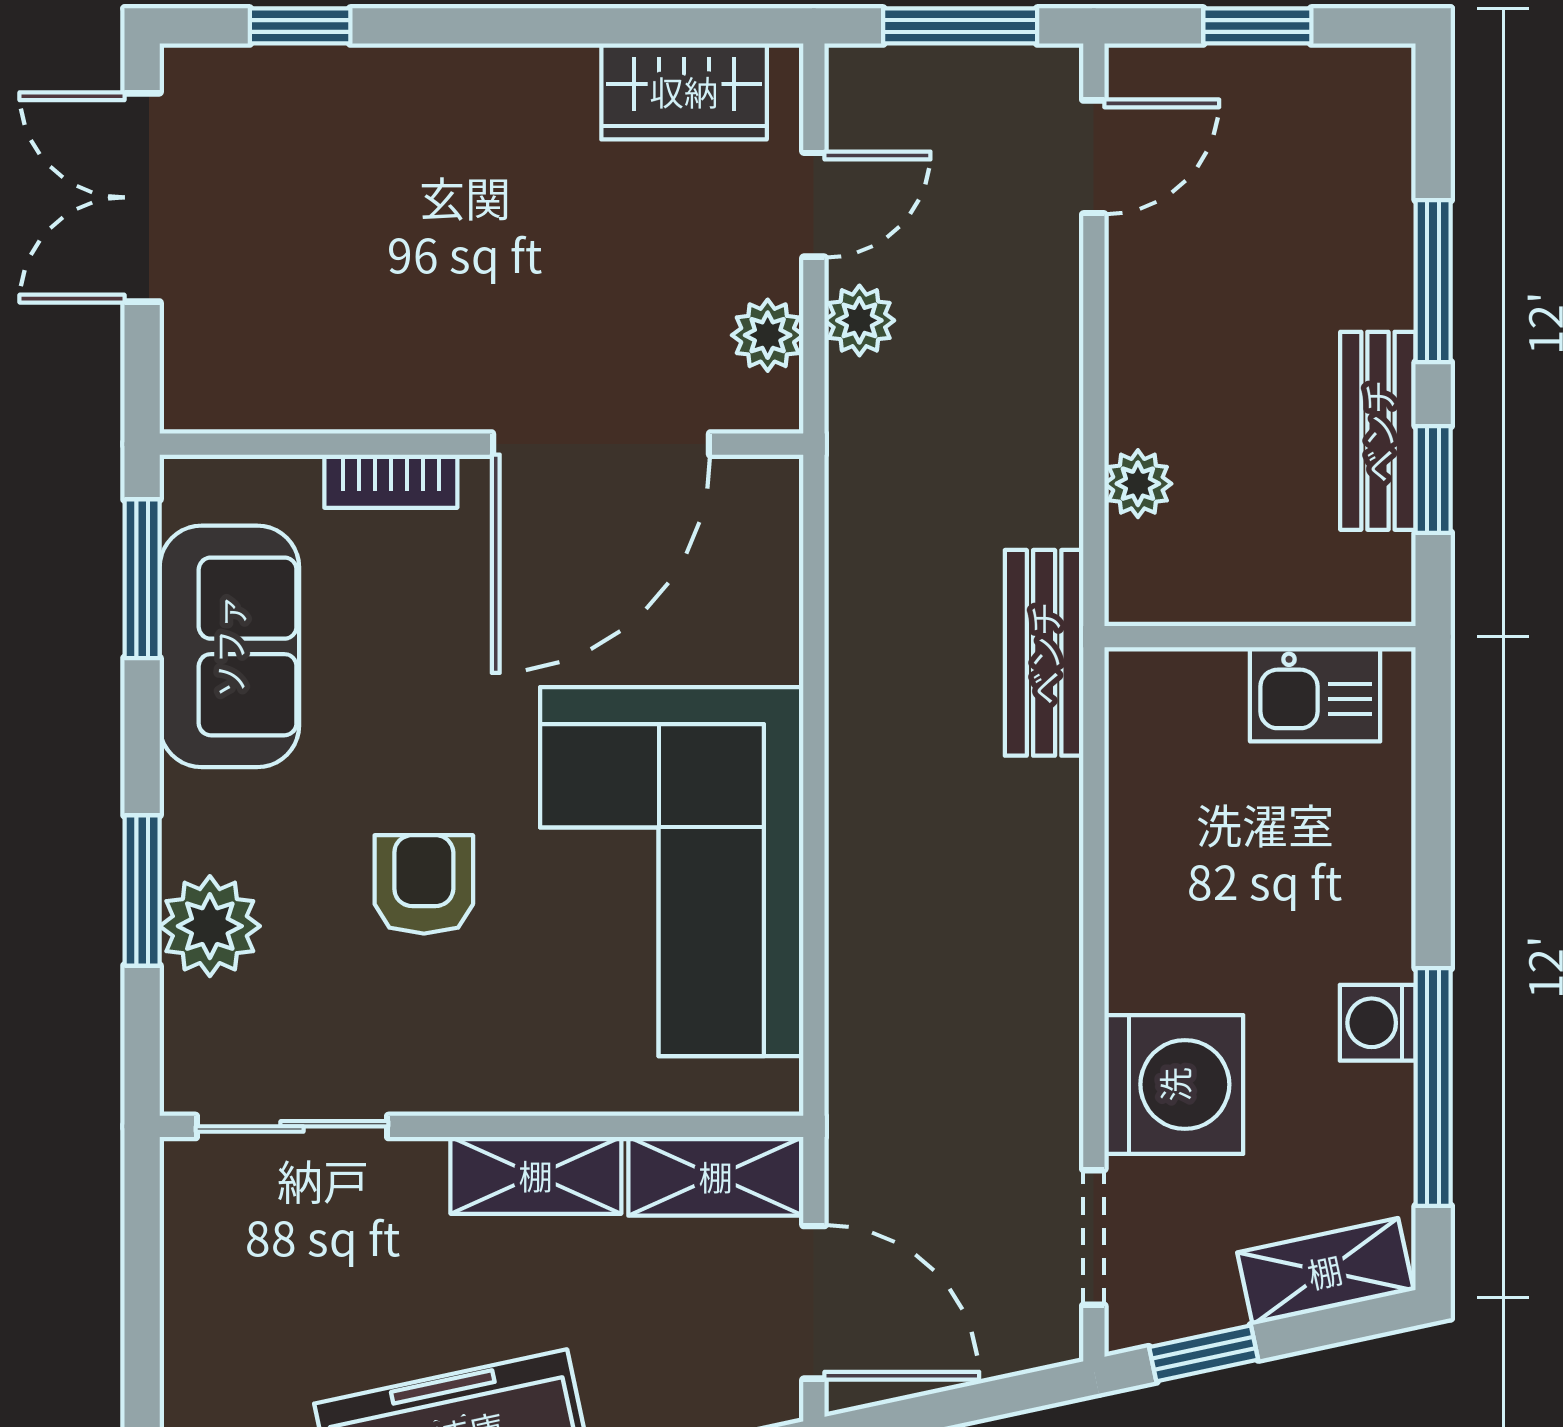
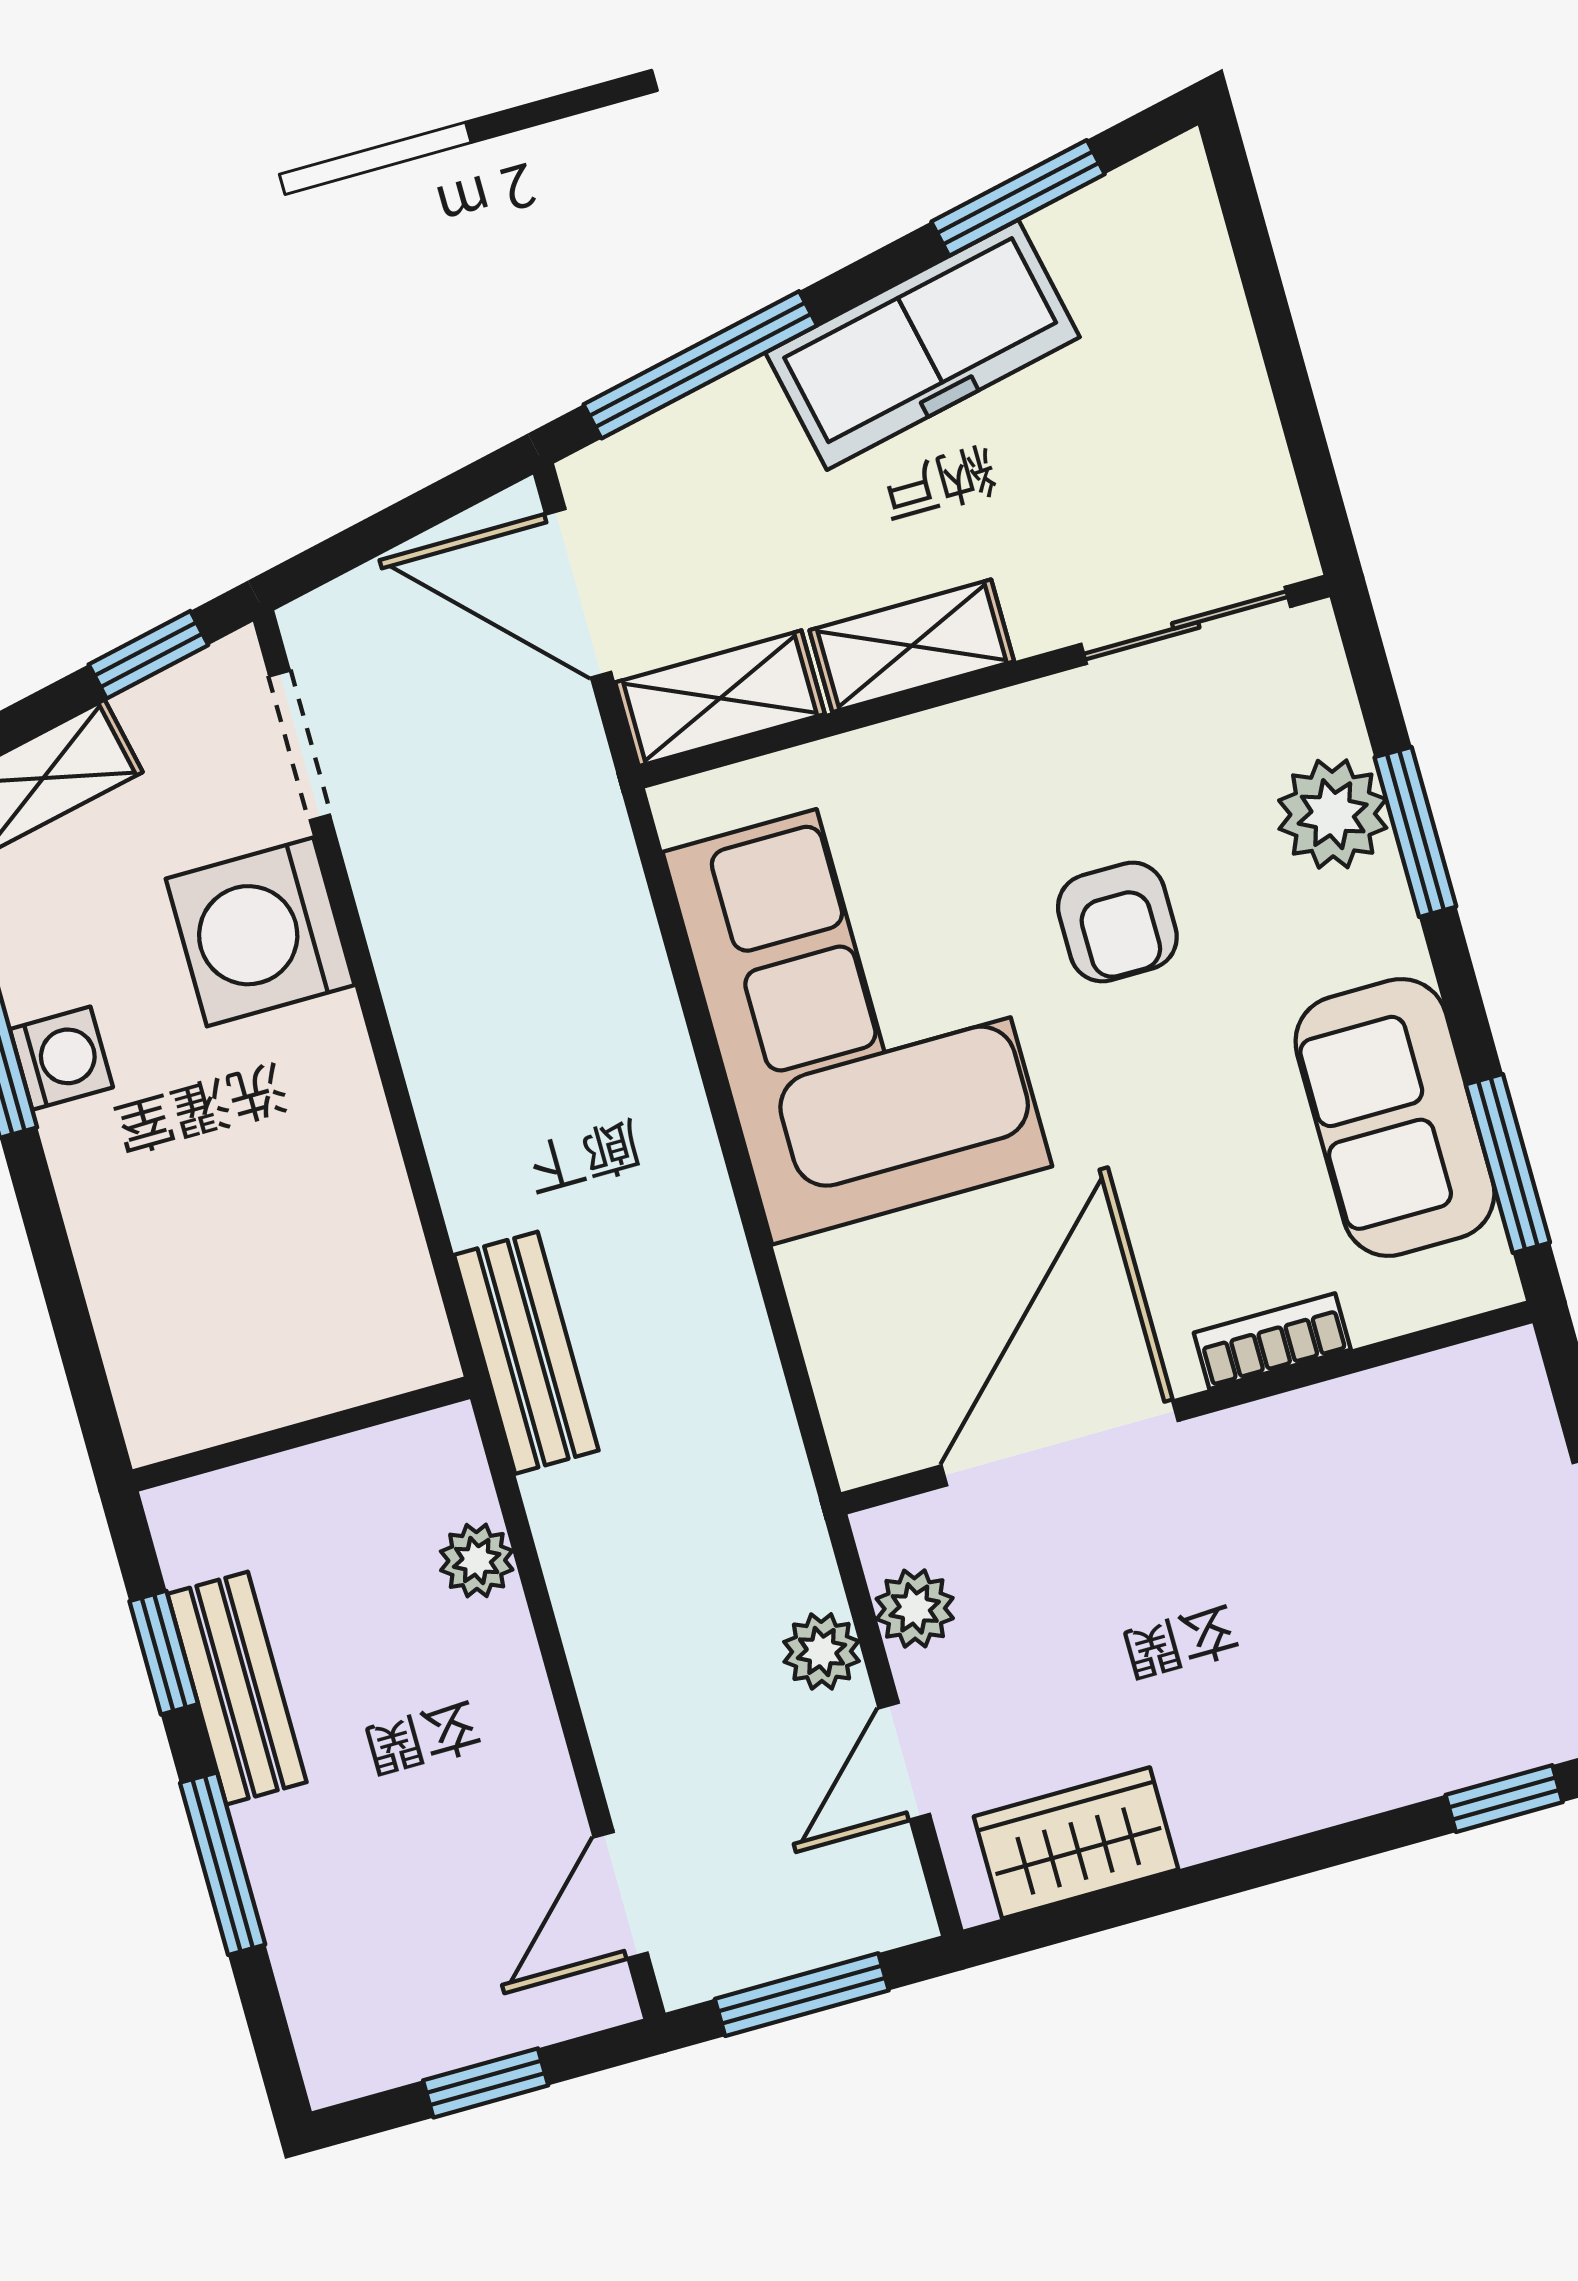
kitchen sink: (1315, 694) -> (226, 1389), removed

